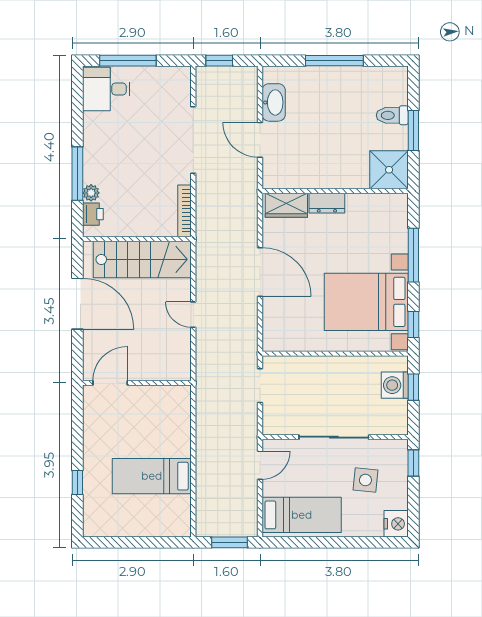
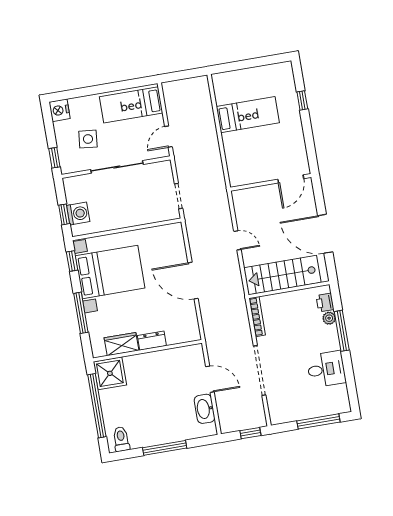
desk: (106, 89) -> (326, 369), moved
toilet: (392, 115) -> (121, 439), moved, turned -90
window: (413, 131) -> (97, 406), width x2.11
wardrobe: (286, 205) -> (121, 344), moved
window: (229, 542) -> (181, 75), removed

